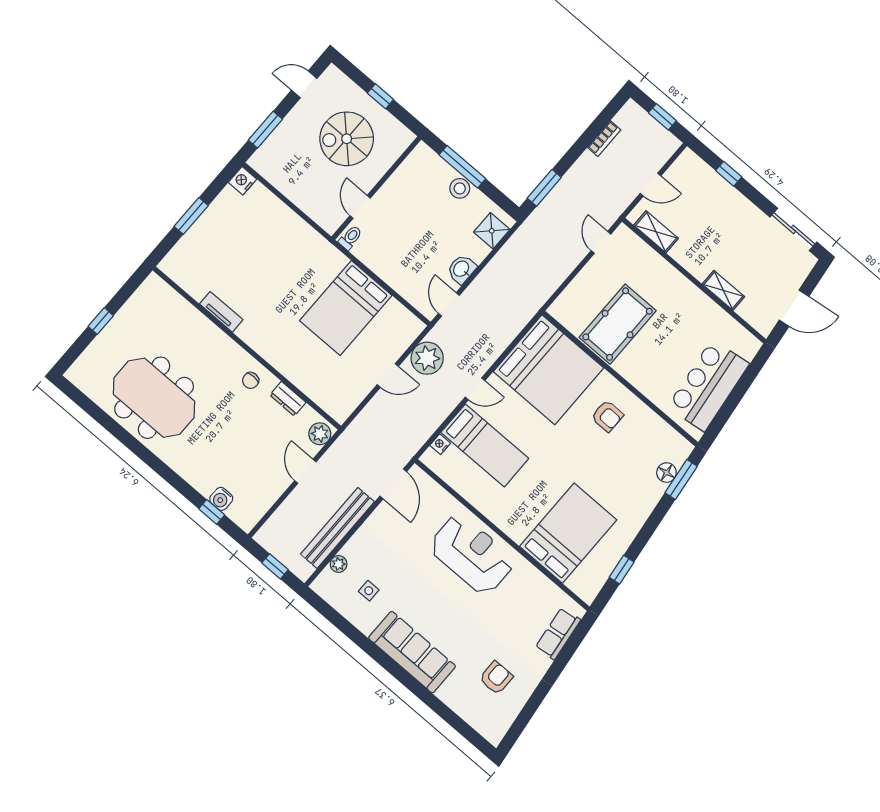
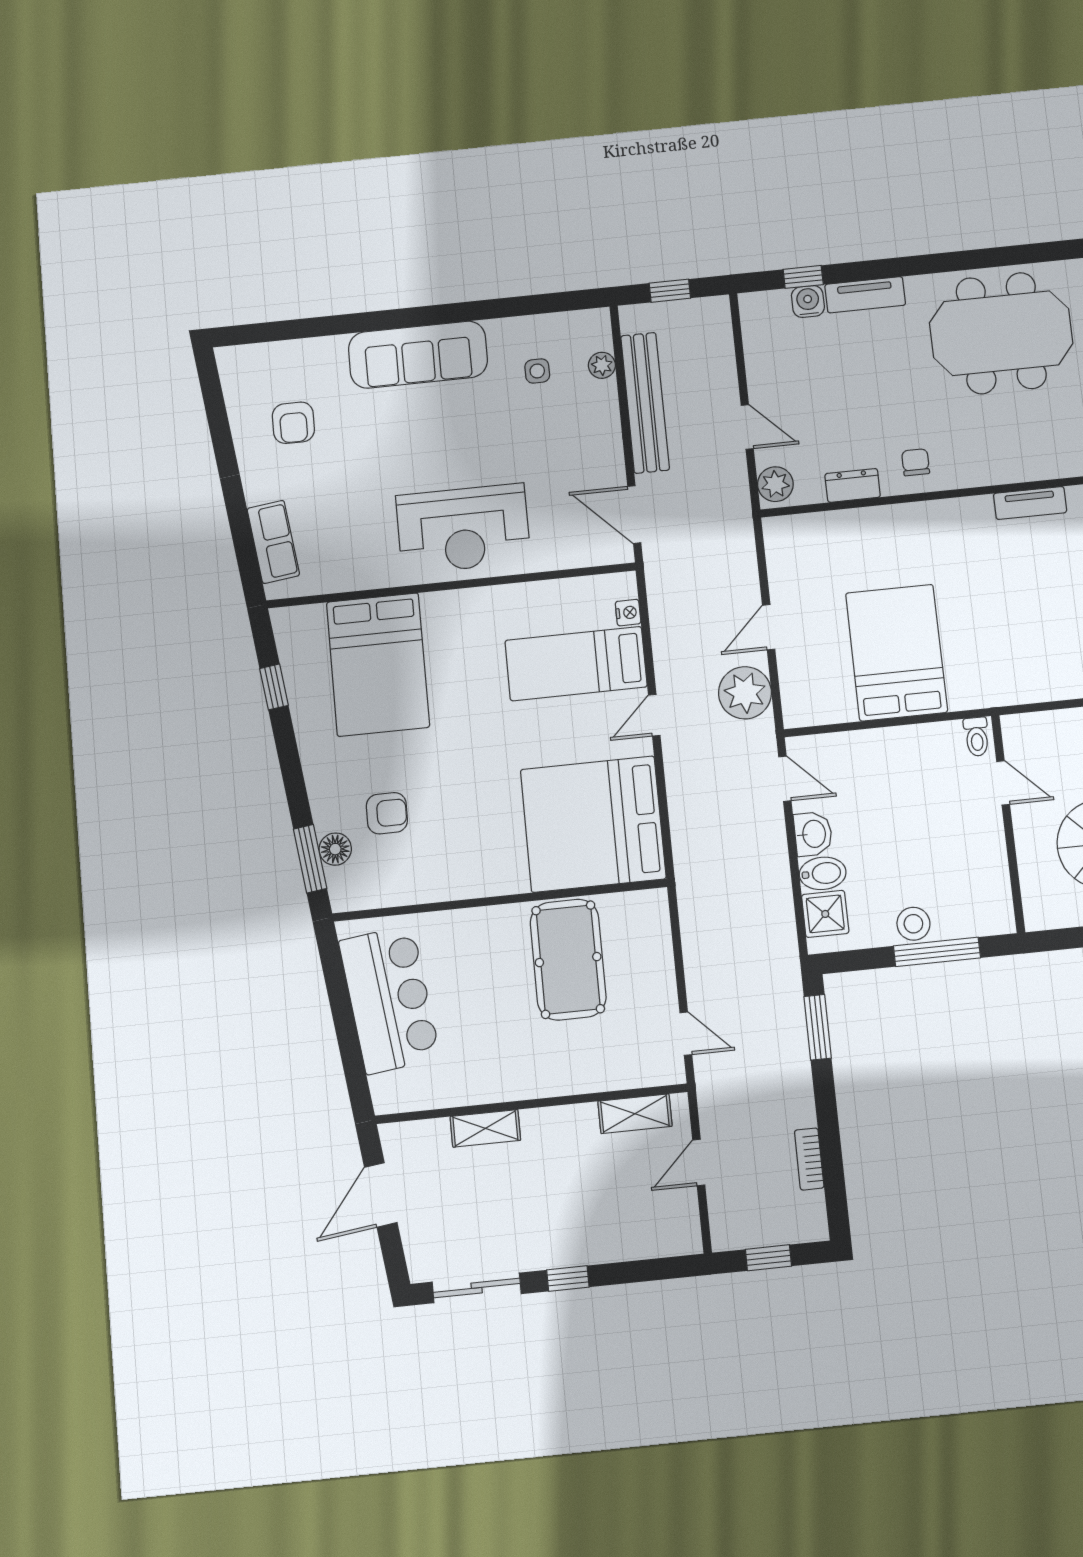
window: (729, 174) -> (568, 1278), moved
bidet: (475, 249) -> (823, 873), added
armchair: (607, 416) -> (387, 813), moved, turned 180
tv unit: (194, 476) -> (865, 295), added

